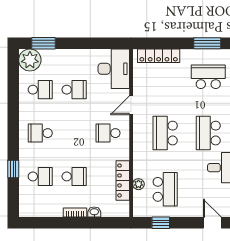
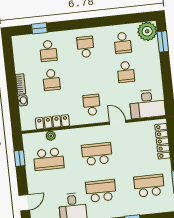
school desk: (208, 77) -> (149, 186), turned -90
window: (13, 169) -> (39, 28), moved

